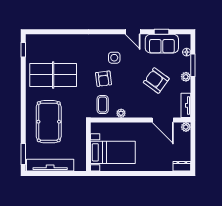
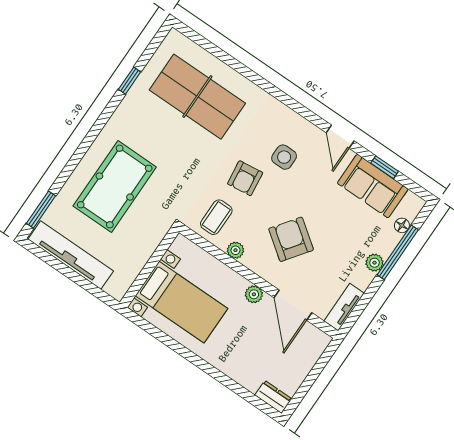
window: (23, 50) -> (130, 81), moved
window: (193, 65) -> (398, 252), width x1.44
table tennis table: (53, 75) -> (197, 97), moved
armchair: (156, 81) -> (291, 239), moved
plant: (186, 127) -> (254, 294), moved

